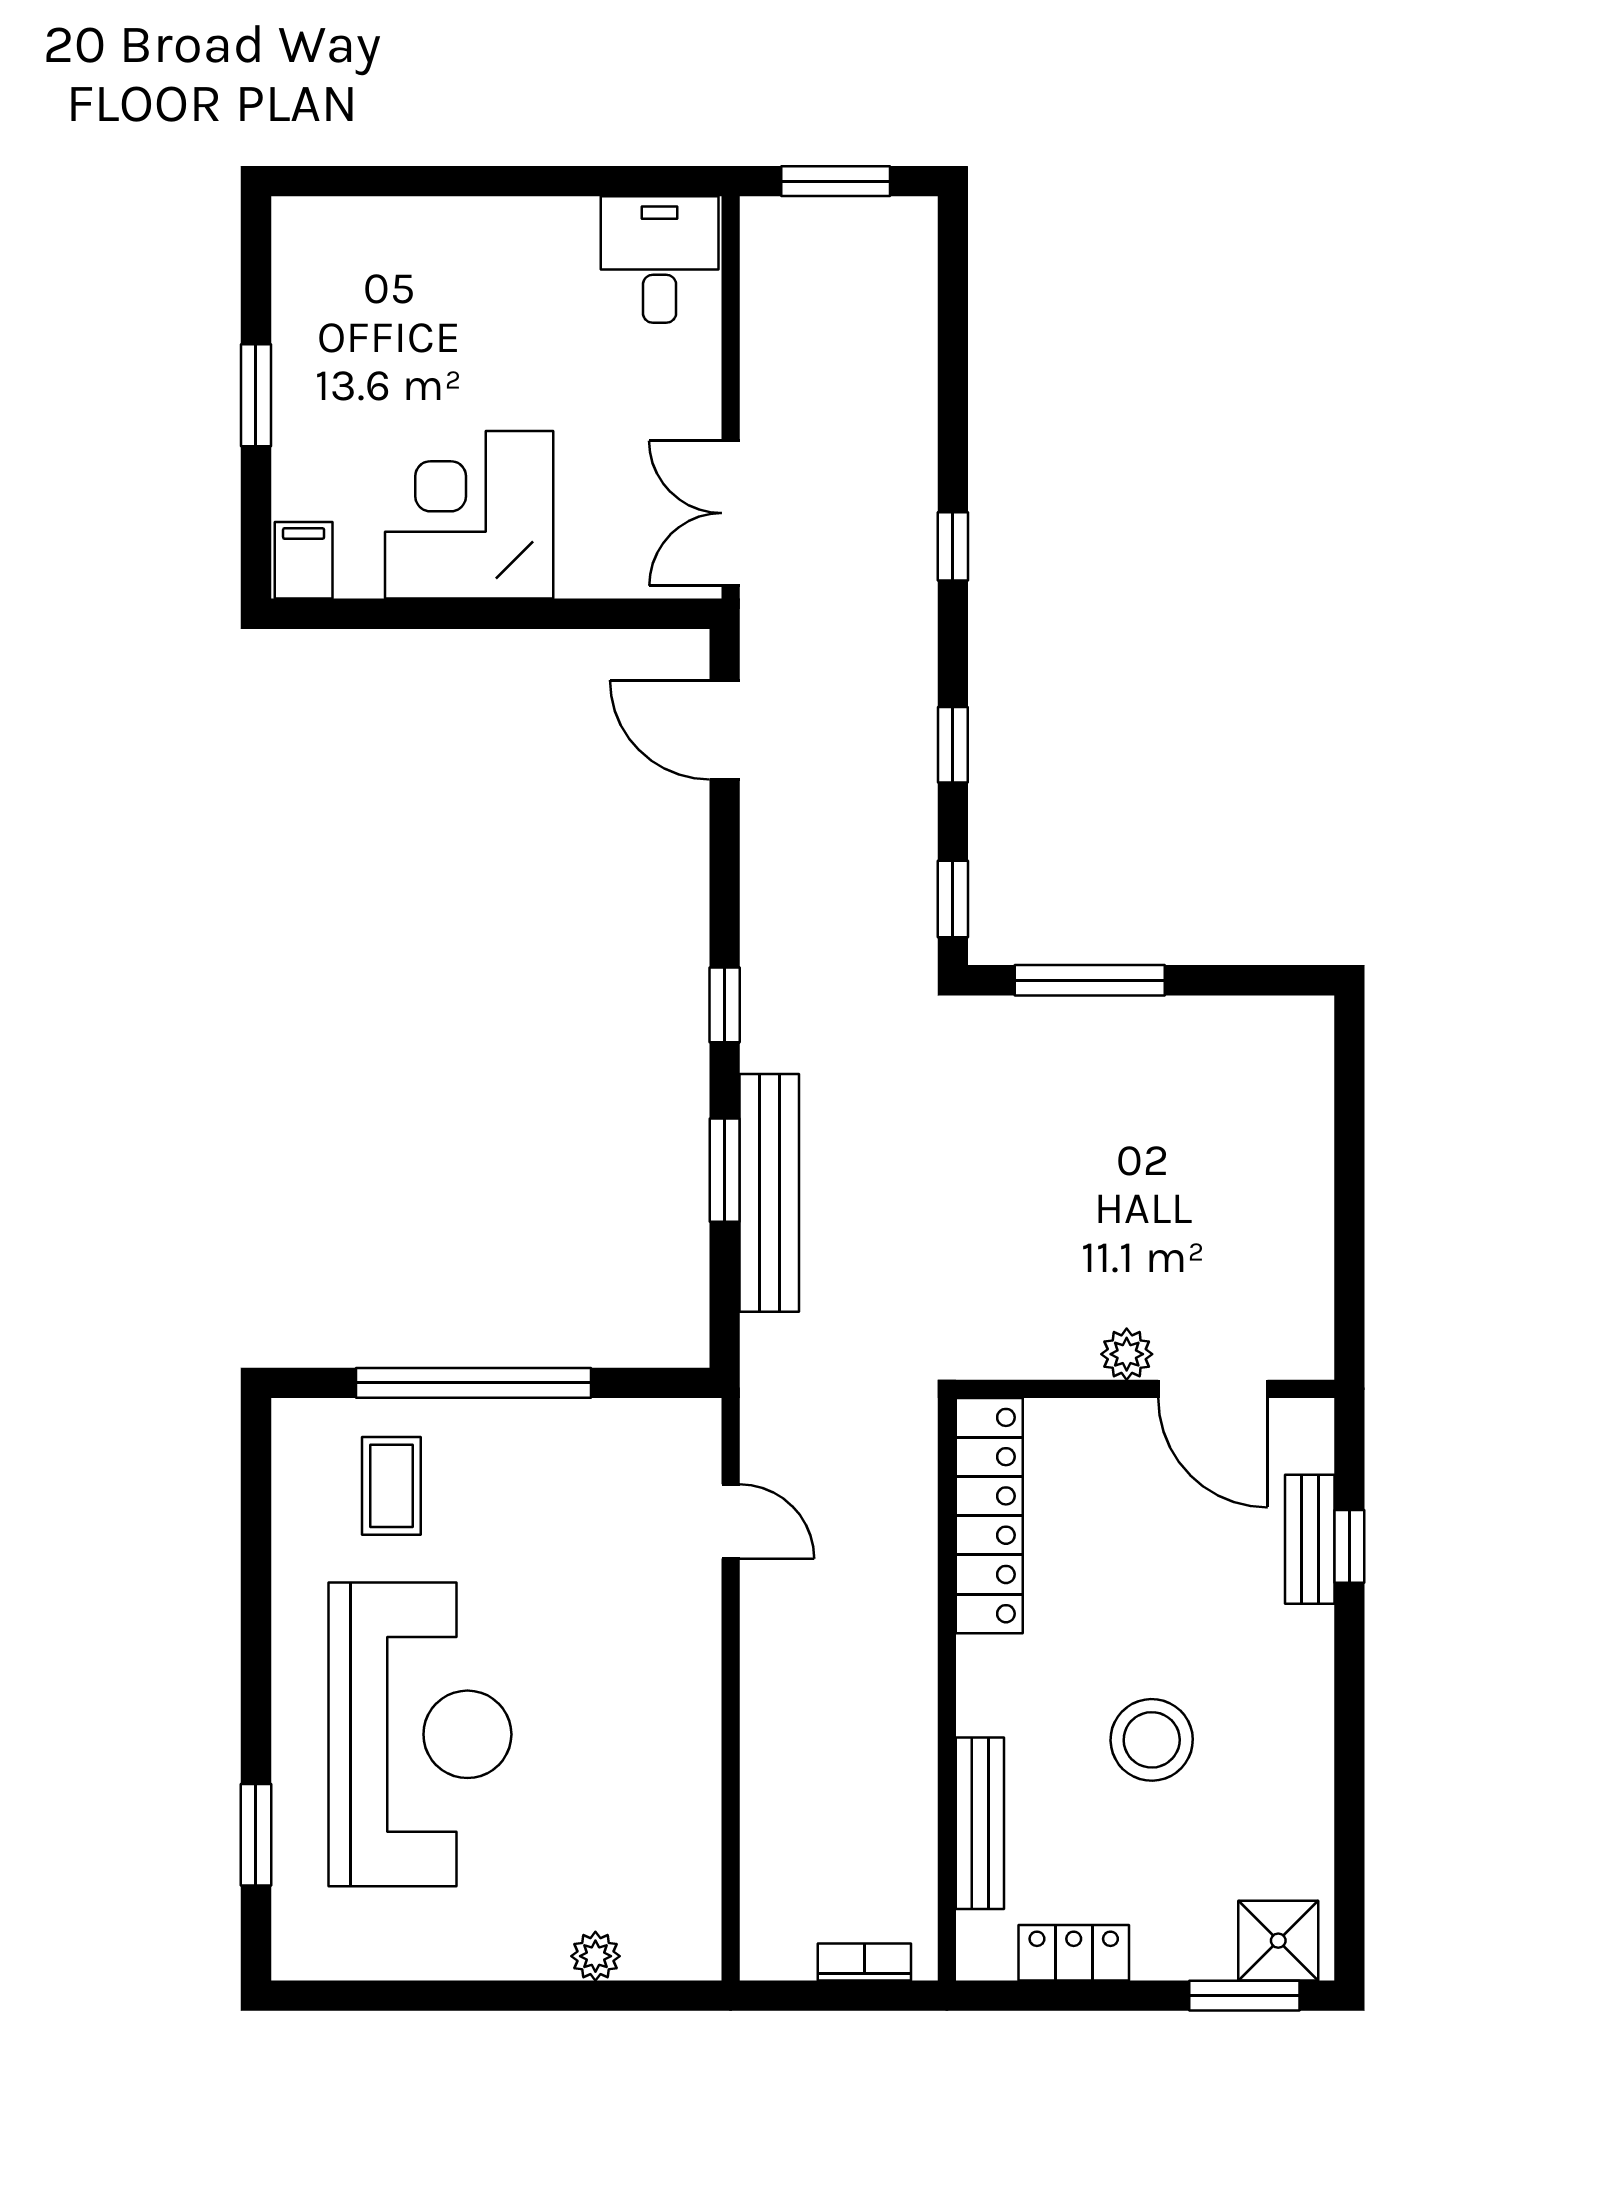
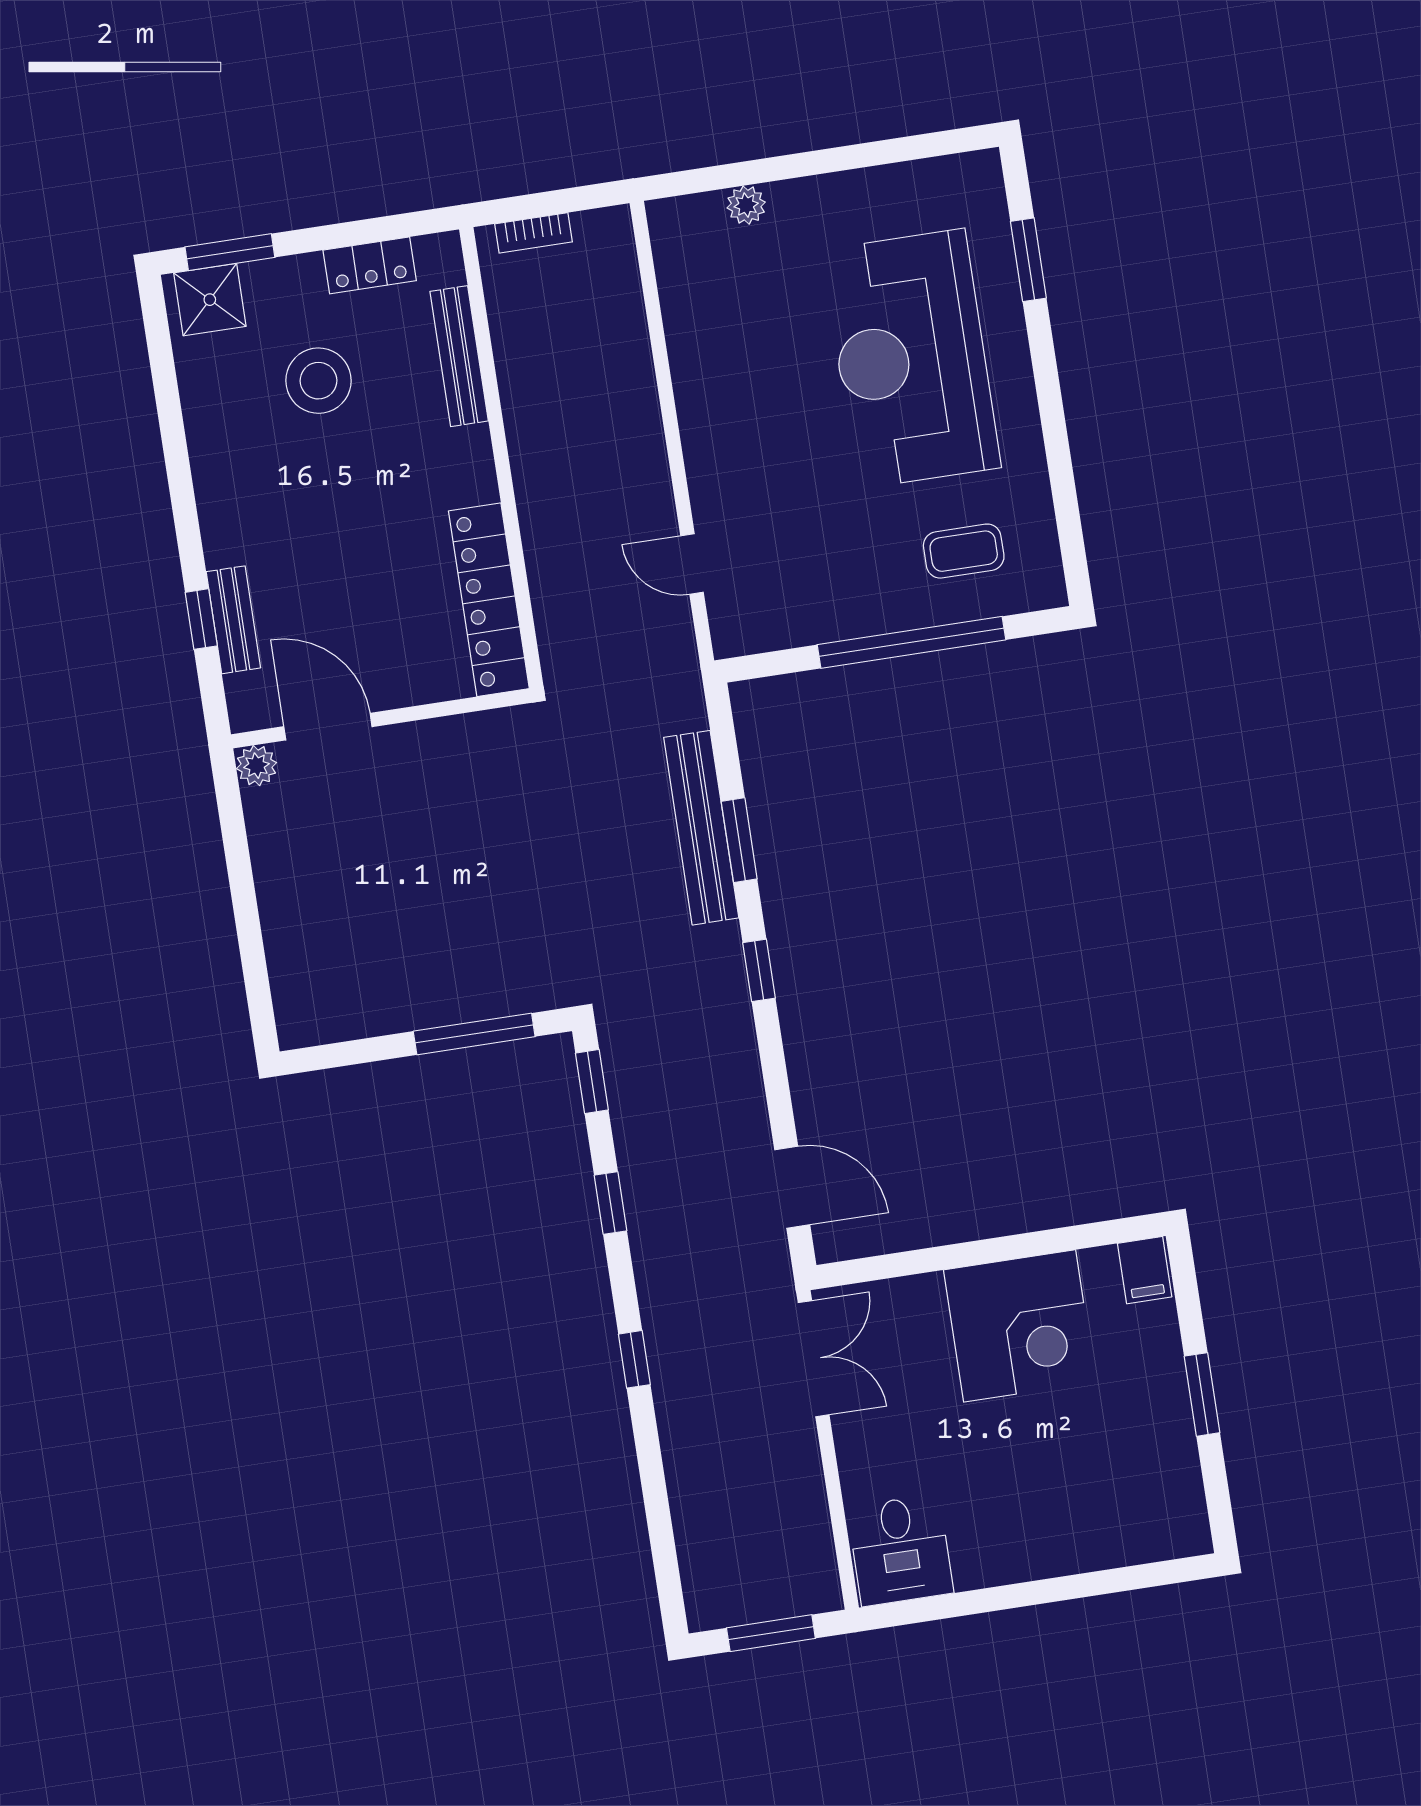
plant: (1127, 1354) -> (256, 766), moved
coffee table: (391, 1486) -> (964, 551), turned 90
stool: (1152, 1740) -> (318, 381), moved

